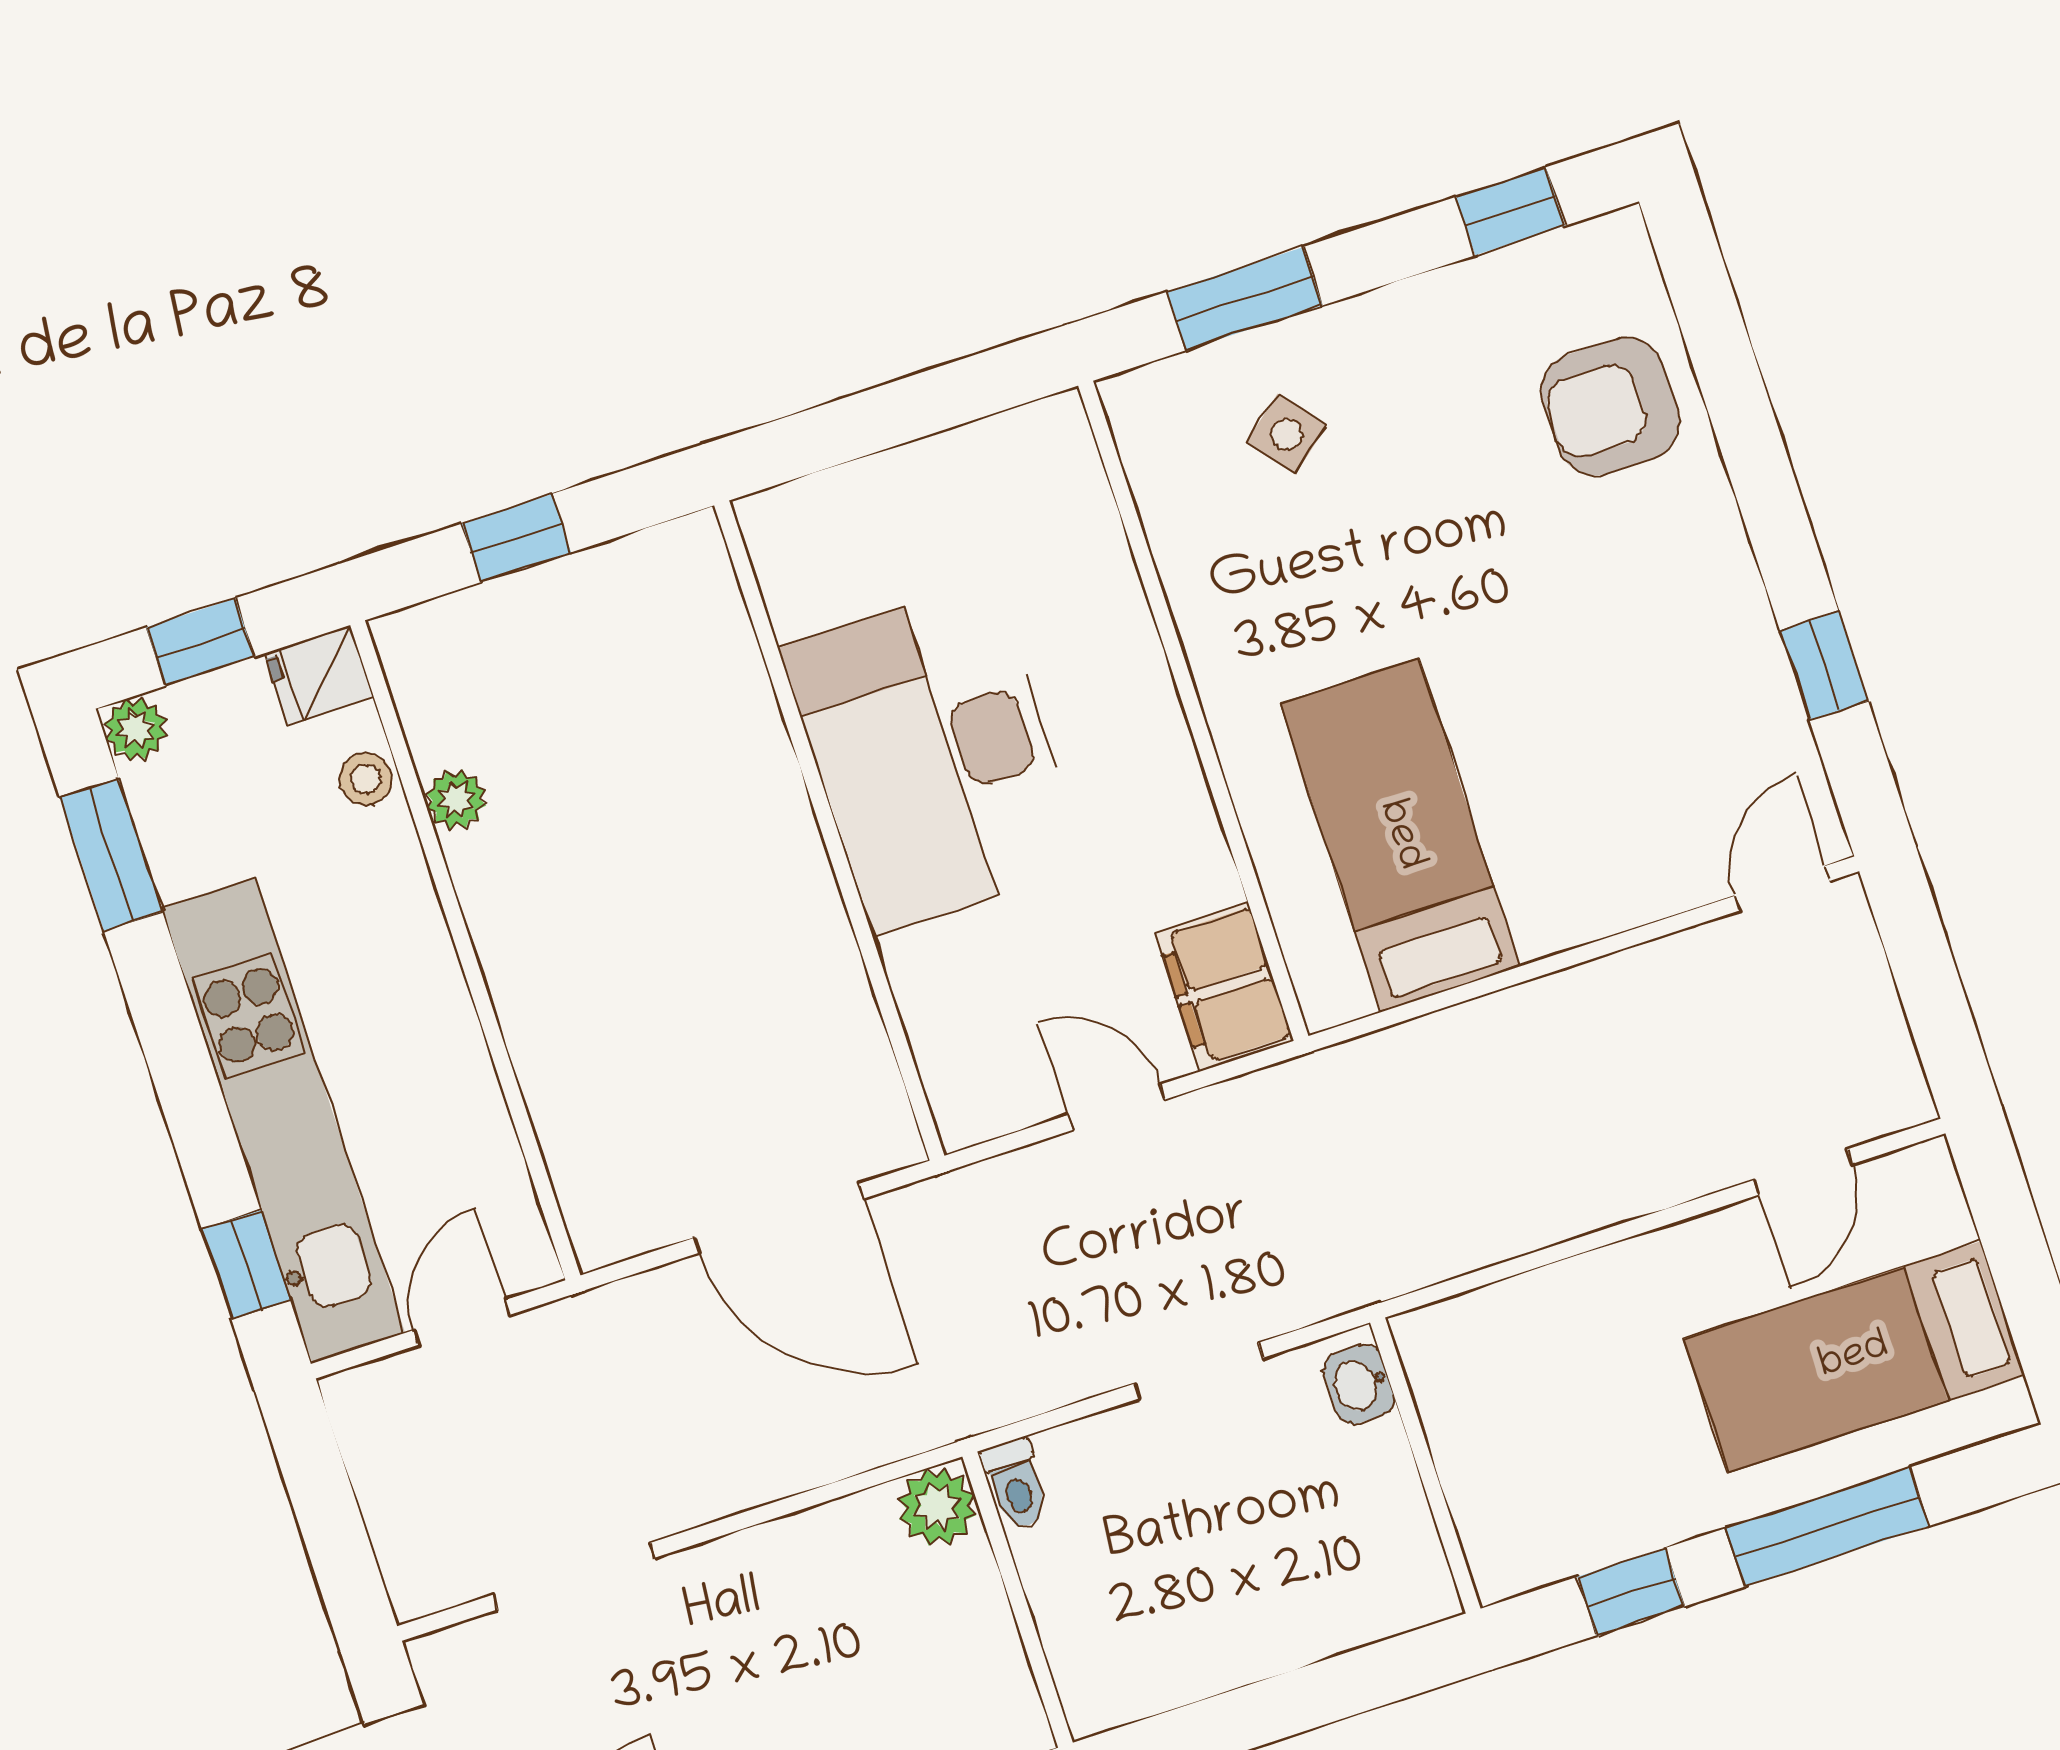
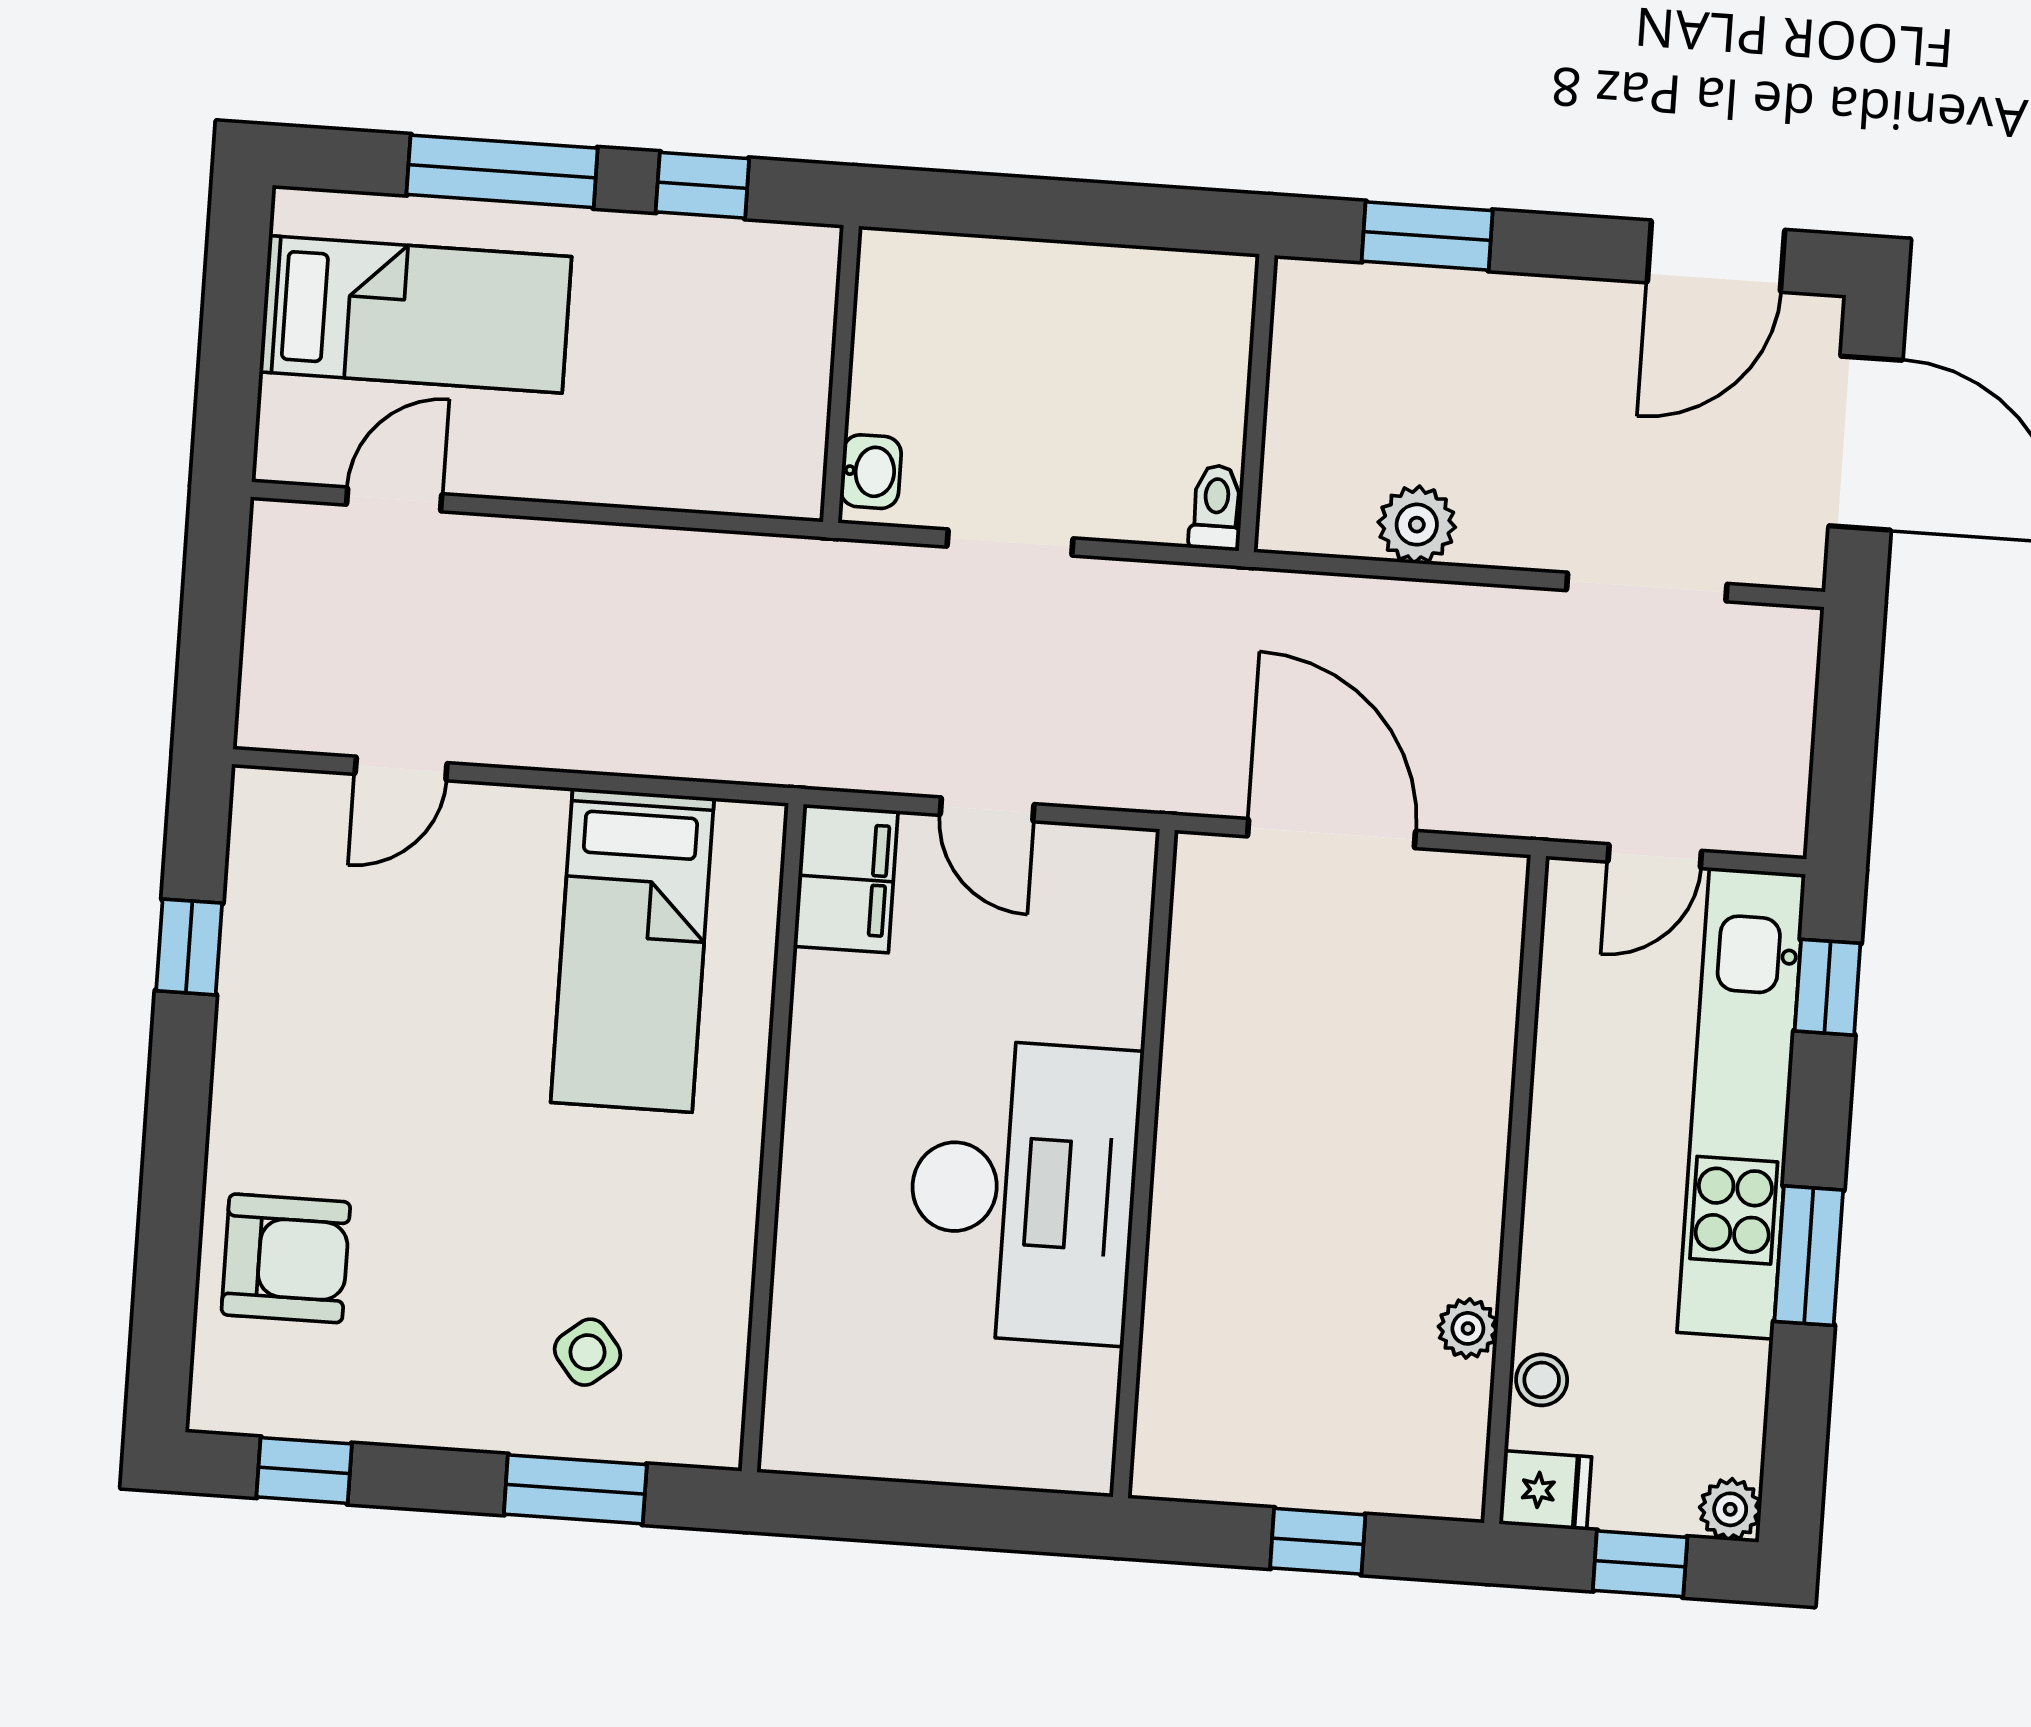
window: (111, 855) -> (1809, 1256), moved
door: (1782, 888) -> (401, 768), moved
plant: (937, 1507) -> (1417, 525), moved

